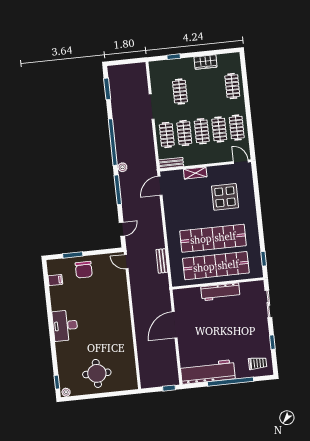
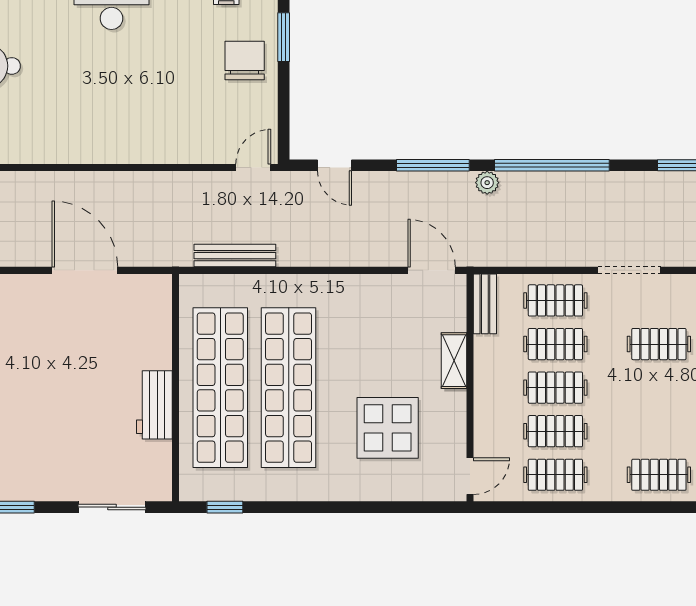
bench: (162, 261) -> (235, 256), width x1.36
chair: (84, 270) -> (245, 61), turned 90
workbench: (220, 292) -> (154, 405), width x0.73

